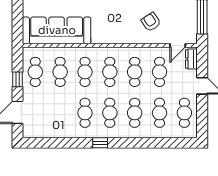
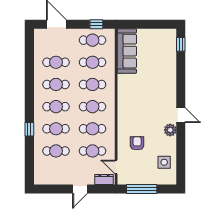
armchair: (151, 22) -> (137, 143), turned -56
sofa: (57, 30) -> (127, 51), width x0.74, depth x0.79
window: (18, 79) -> (96, 24), moved
cafe table: (184, 113) -> (56, 62), moved
window: (100, 143) -> (29, 129), moved

